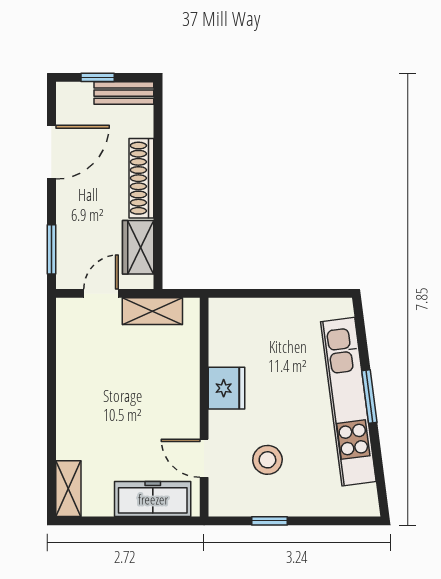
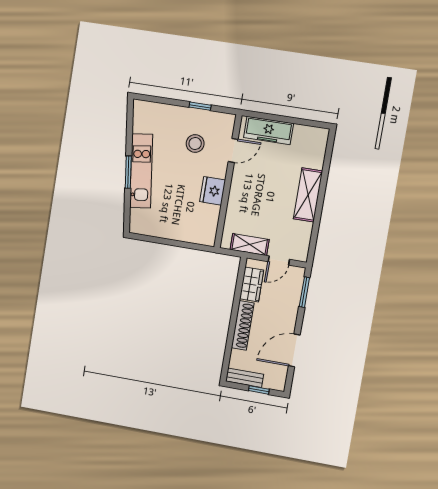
kitchen unit: (348, 402) -> (141, 171), width x0.73
door: (204, 458) -> (233, 150), hinge flipped
shelving: (68, 489) -> (308, 195), moved, width x1.50, depth x1.33

